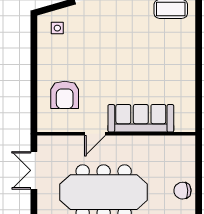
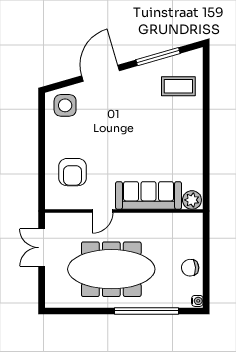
side table: (57, 28) -> (65, 105), width x1.87, depth x1.87
plant: (184, 123) -> (192, 200), added

